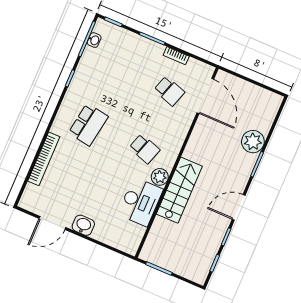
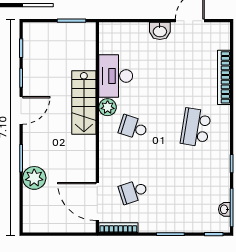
bookcase: (176, 56) -> (118, 228), moved, width x1.56
school desk: (169, 91) -> (133, 192), turned -36

